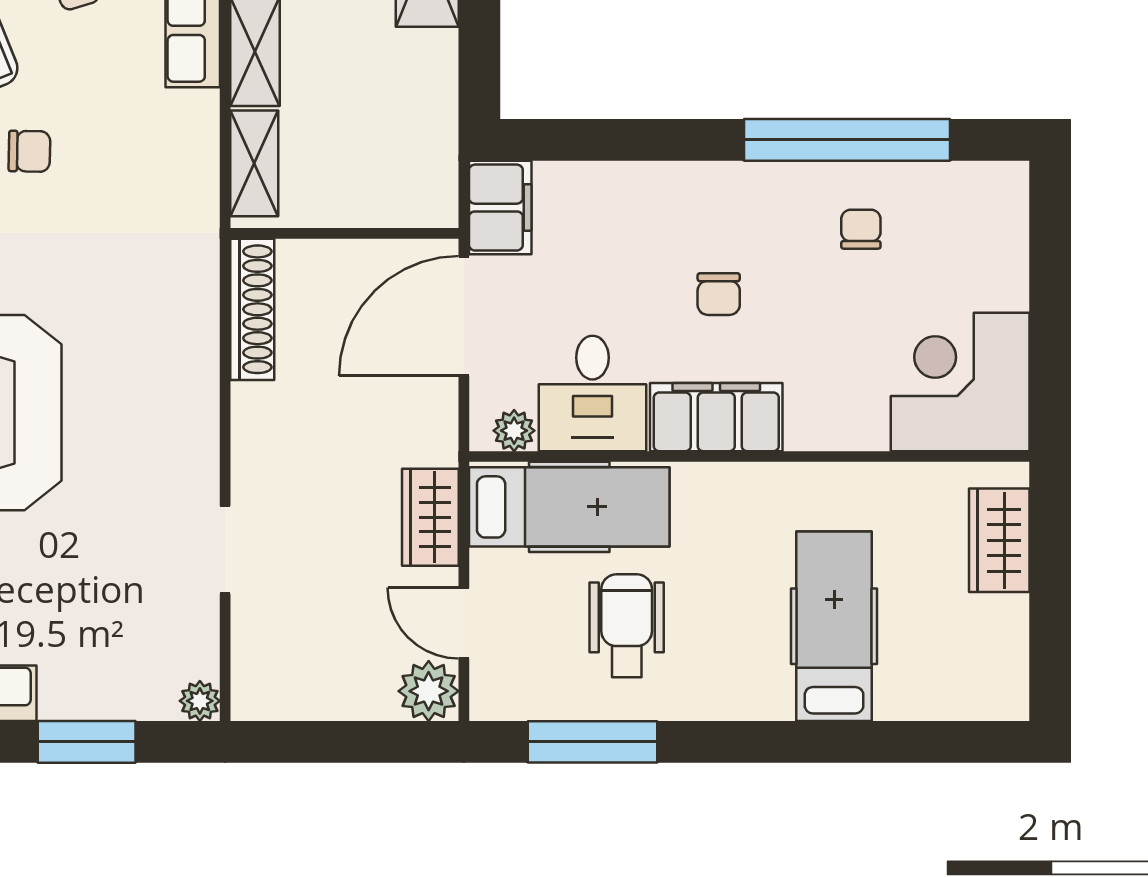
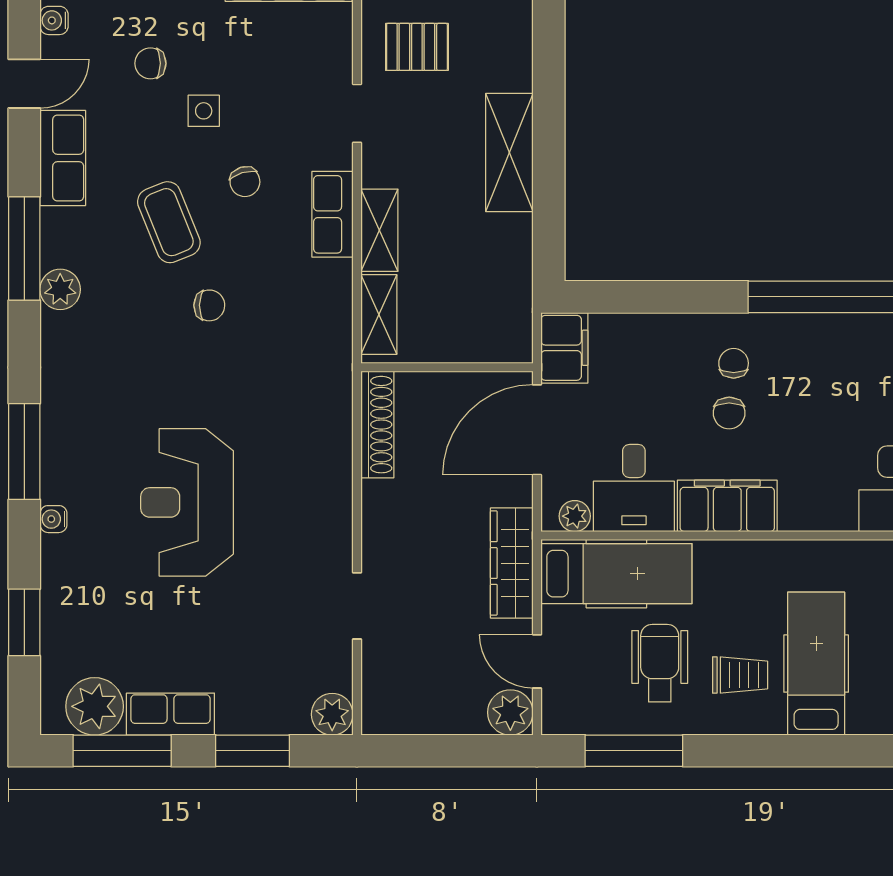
chair: (861, 229) -> (734, 363), moved
wardrobe: (430, 517) -> (512, 563), width x1.50
trolley: (733, 641) -> (740, 675), added
plant: (200, 701) -> (332, 714), width x1.38, depth x1.38

